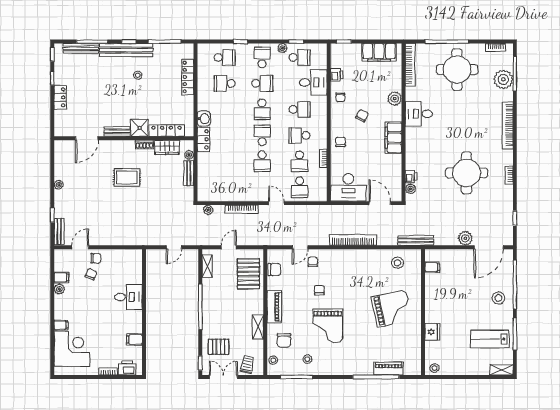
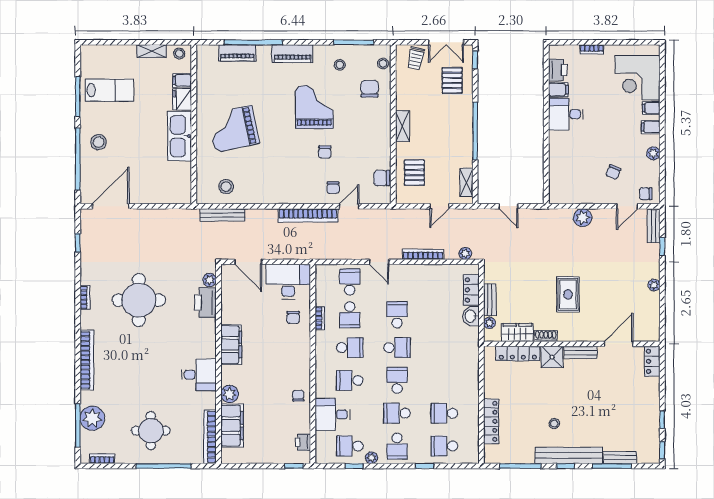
bench: (81, 48) -> (620, 457), width x0.73
filing cabinet: (379, 52) -> (232, 426), moved, turned 90
round table: (457, 70) -> (151, 431), width x0.73, depth x0.73
printer: (337, 75) -> (303, 442), moved
school desk: (225, 83) -> (444, 413), turned 180
locker: (60, 97) -> (652, 361), moved
chair: (362, 116) -> (271, 372), removed
washbasin: (204, 119) -> (471, 316), moved
school desk: (262, 135) -> (397, 348), turned -90
locker: (203, 139) -> (471, 290), moved
chair: (341, 142) -> (293, 317), moved
school desk: (300, 161) -> (350, 315), turned 180
printer: (411, 176) -> (205, 303), width x1.87, depth x1.48
rug: (127, 177) -> (568, 294), turned 90
plant: (465, 238) -> (583, 218), moved
bookcase: (353, 240) -> (308, 215), moved
bench: (416, 240) -> (222, 215), moved
door: (174, 247) -> (508, 206), swing flipped
chair: (96, 258) -> (646, 194), moved
filing cabinet: (432, 267) -> (182, 80), moved
pallet: (248, 274) -> (414, 173), width x0.67, depth x0.71
filing cabinet: (61, 277) -> (651, 127), moved
desk: (129, 297) -> (566, 114), moved
kitchen sink: (434, 303) -> (180, 136), added
piano: (274, 307) -> (292, 54), moved, turned -90
shelving: (258, 327) -> (402, 126), moved
pallet: (219, 347) -> (452, 80), turned 90
printer: (127, 368) -> (558, 70), moved, turned -90
shelving: (501, 370) -> (151, 51), moved

